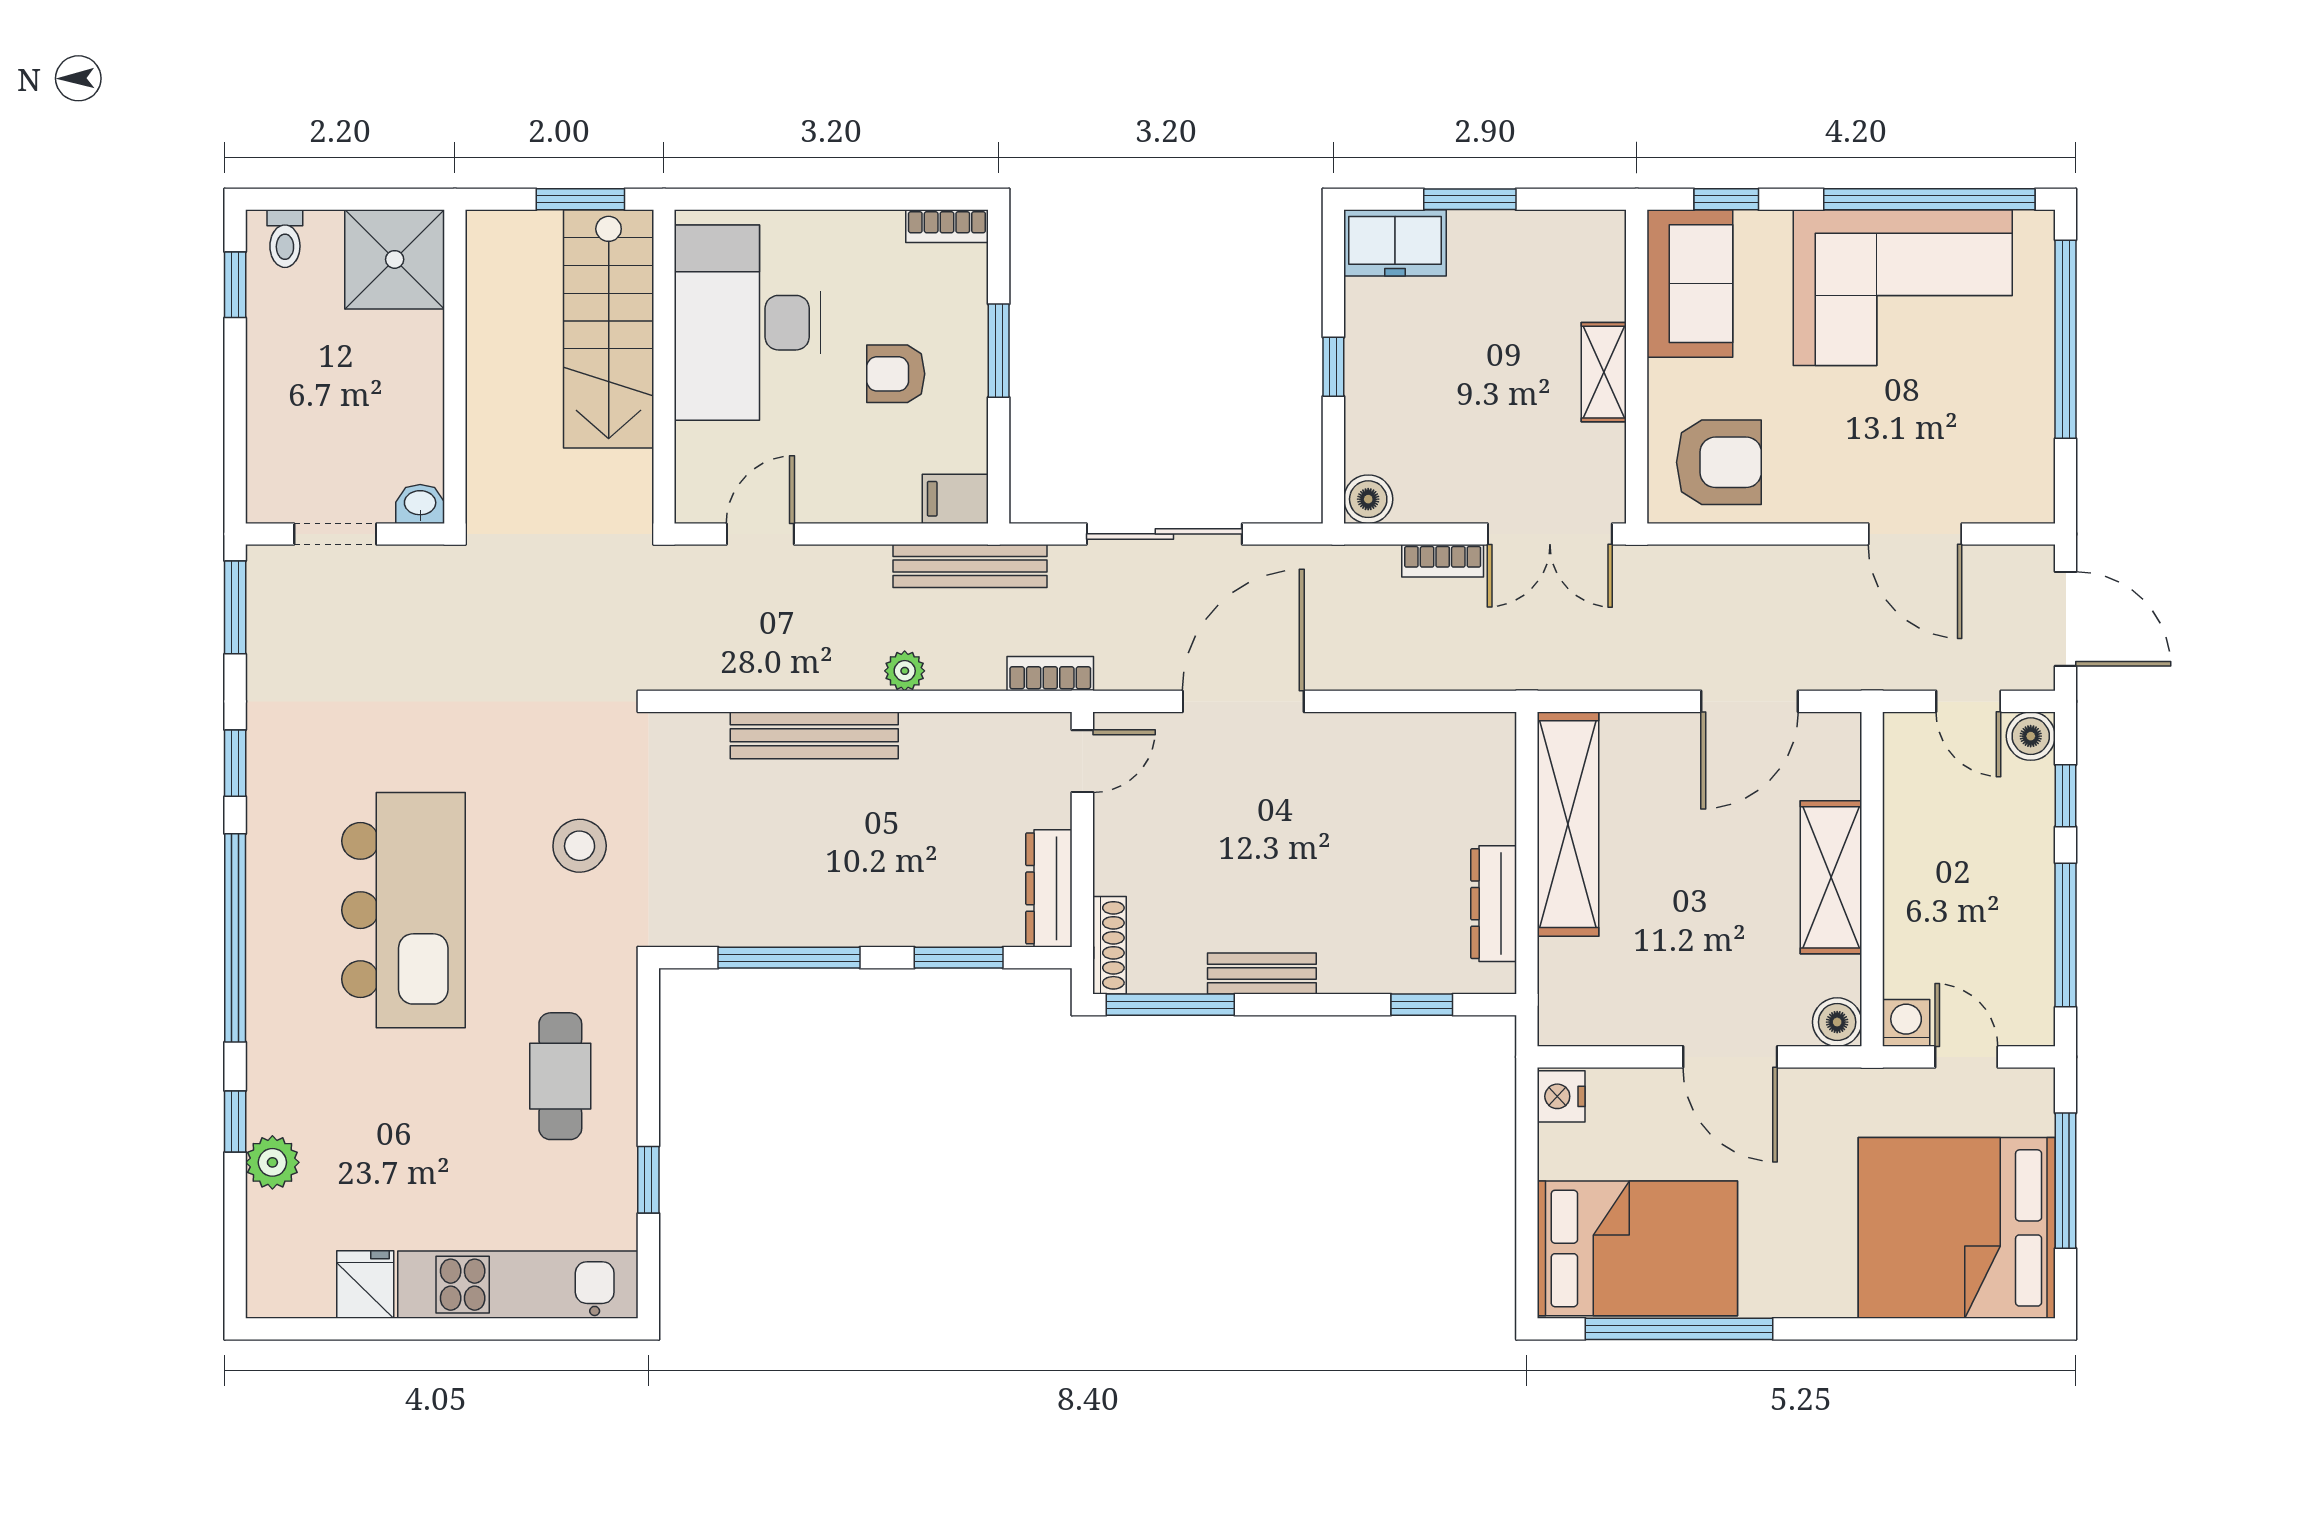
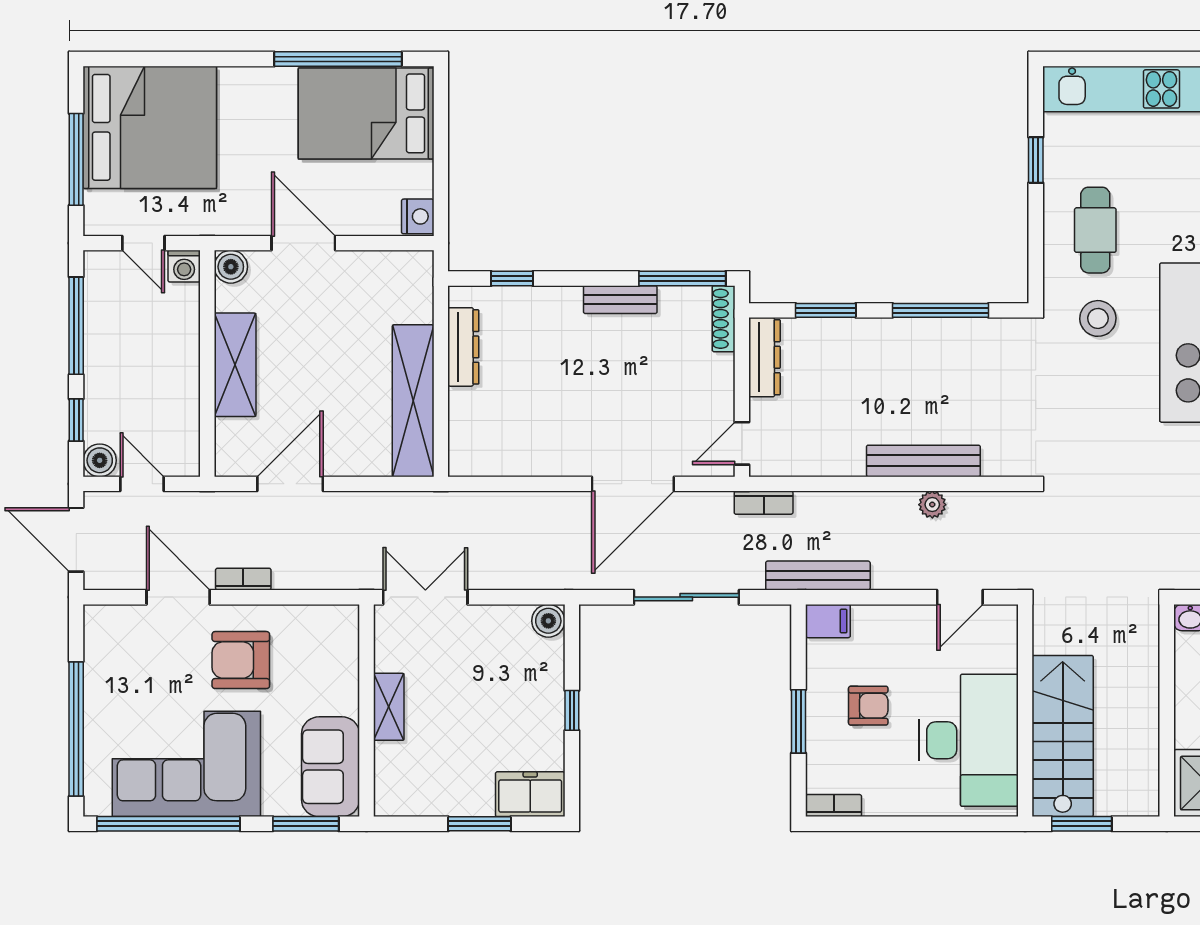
window: (1726, 199) -> (306, 824), width x1.50
armchair: (1719, 462) -> (241, 660), moved
bookcase: (1443, 561) -> (243, 579), moved
plant: (905, 671) -> (932, 505), moved
stool: (580, 846) -> (1098, 318), moved

